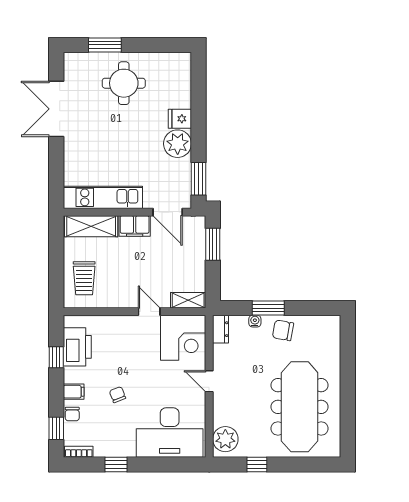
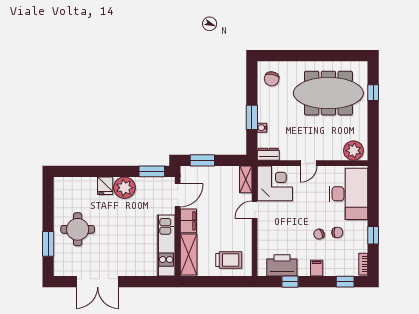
chair: (283, 330) -> (272, 79), moved
chair: (72, 414) -> (337, 232), moved
window: (257, 465) -> (373, 93), moved

